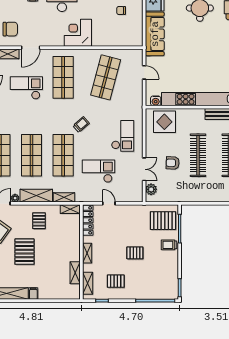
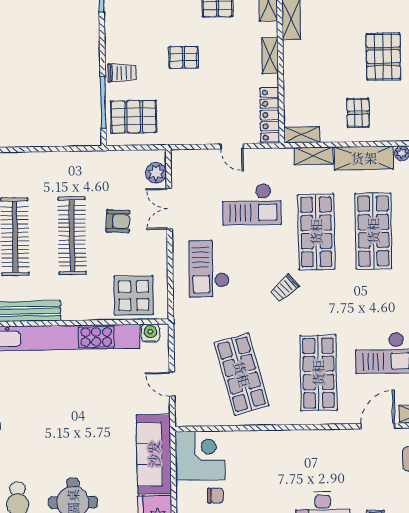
corner desk: (78, 33) -> (200, 456), moved, turned -90
shop shelf: (106, 77) -> (242, 374), turned -30

